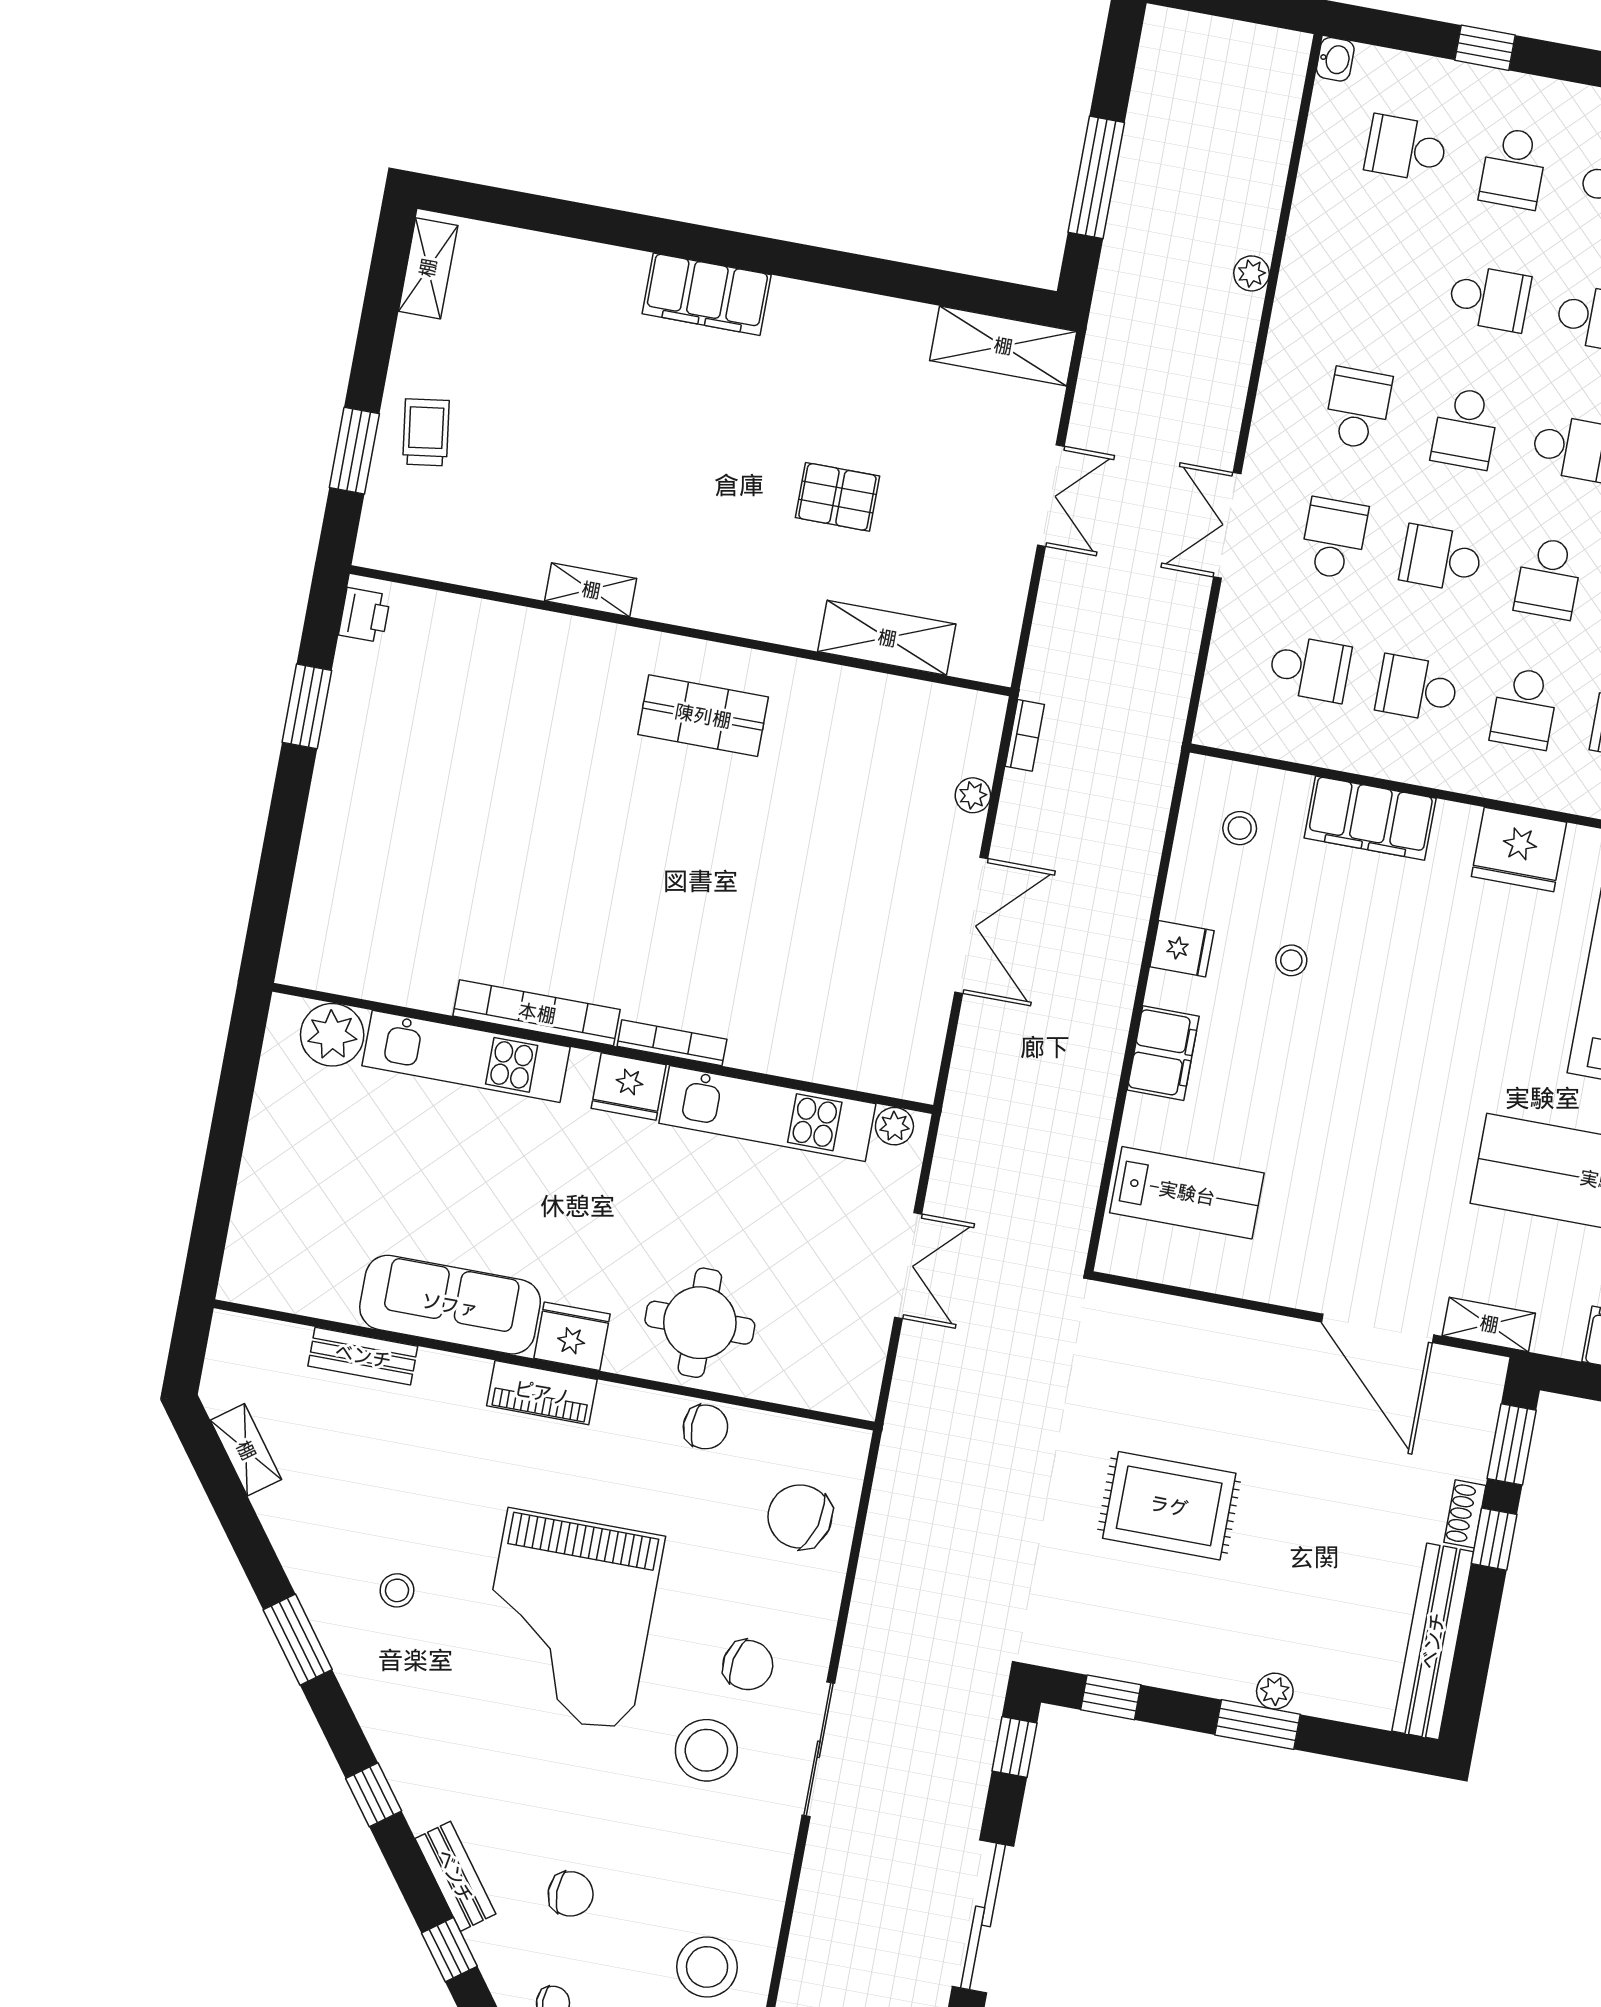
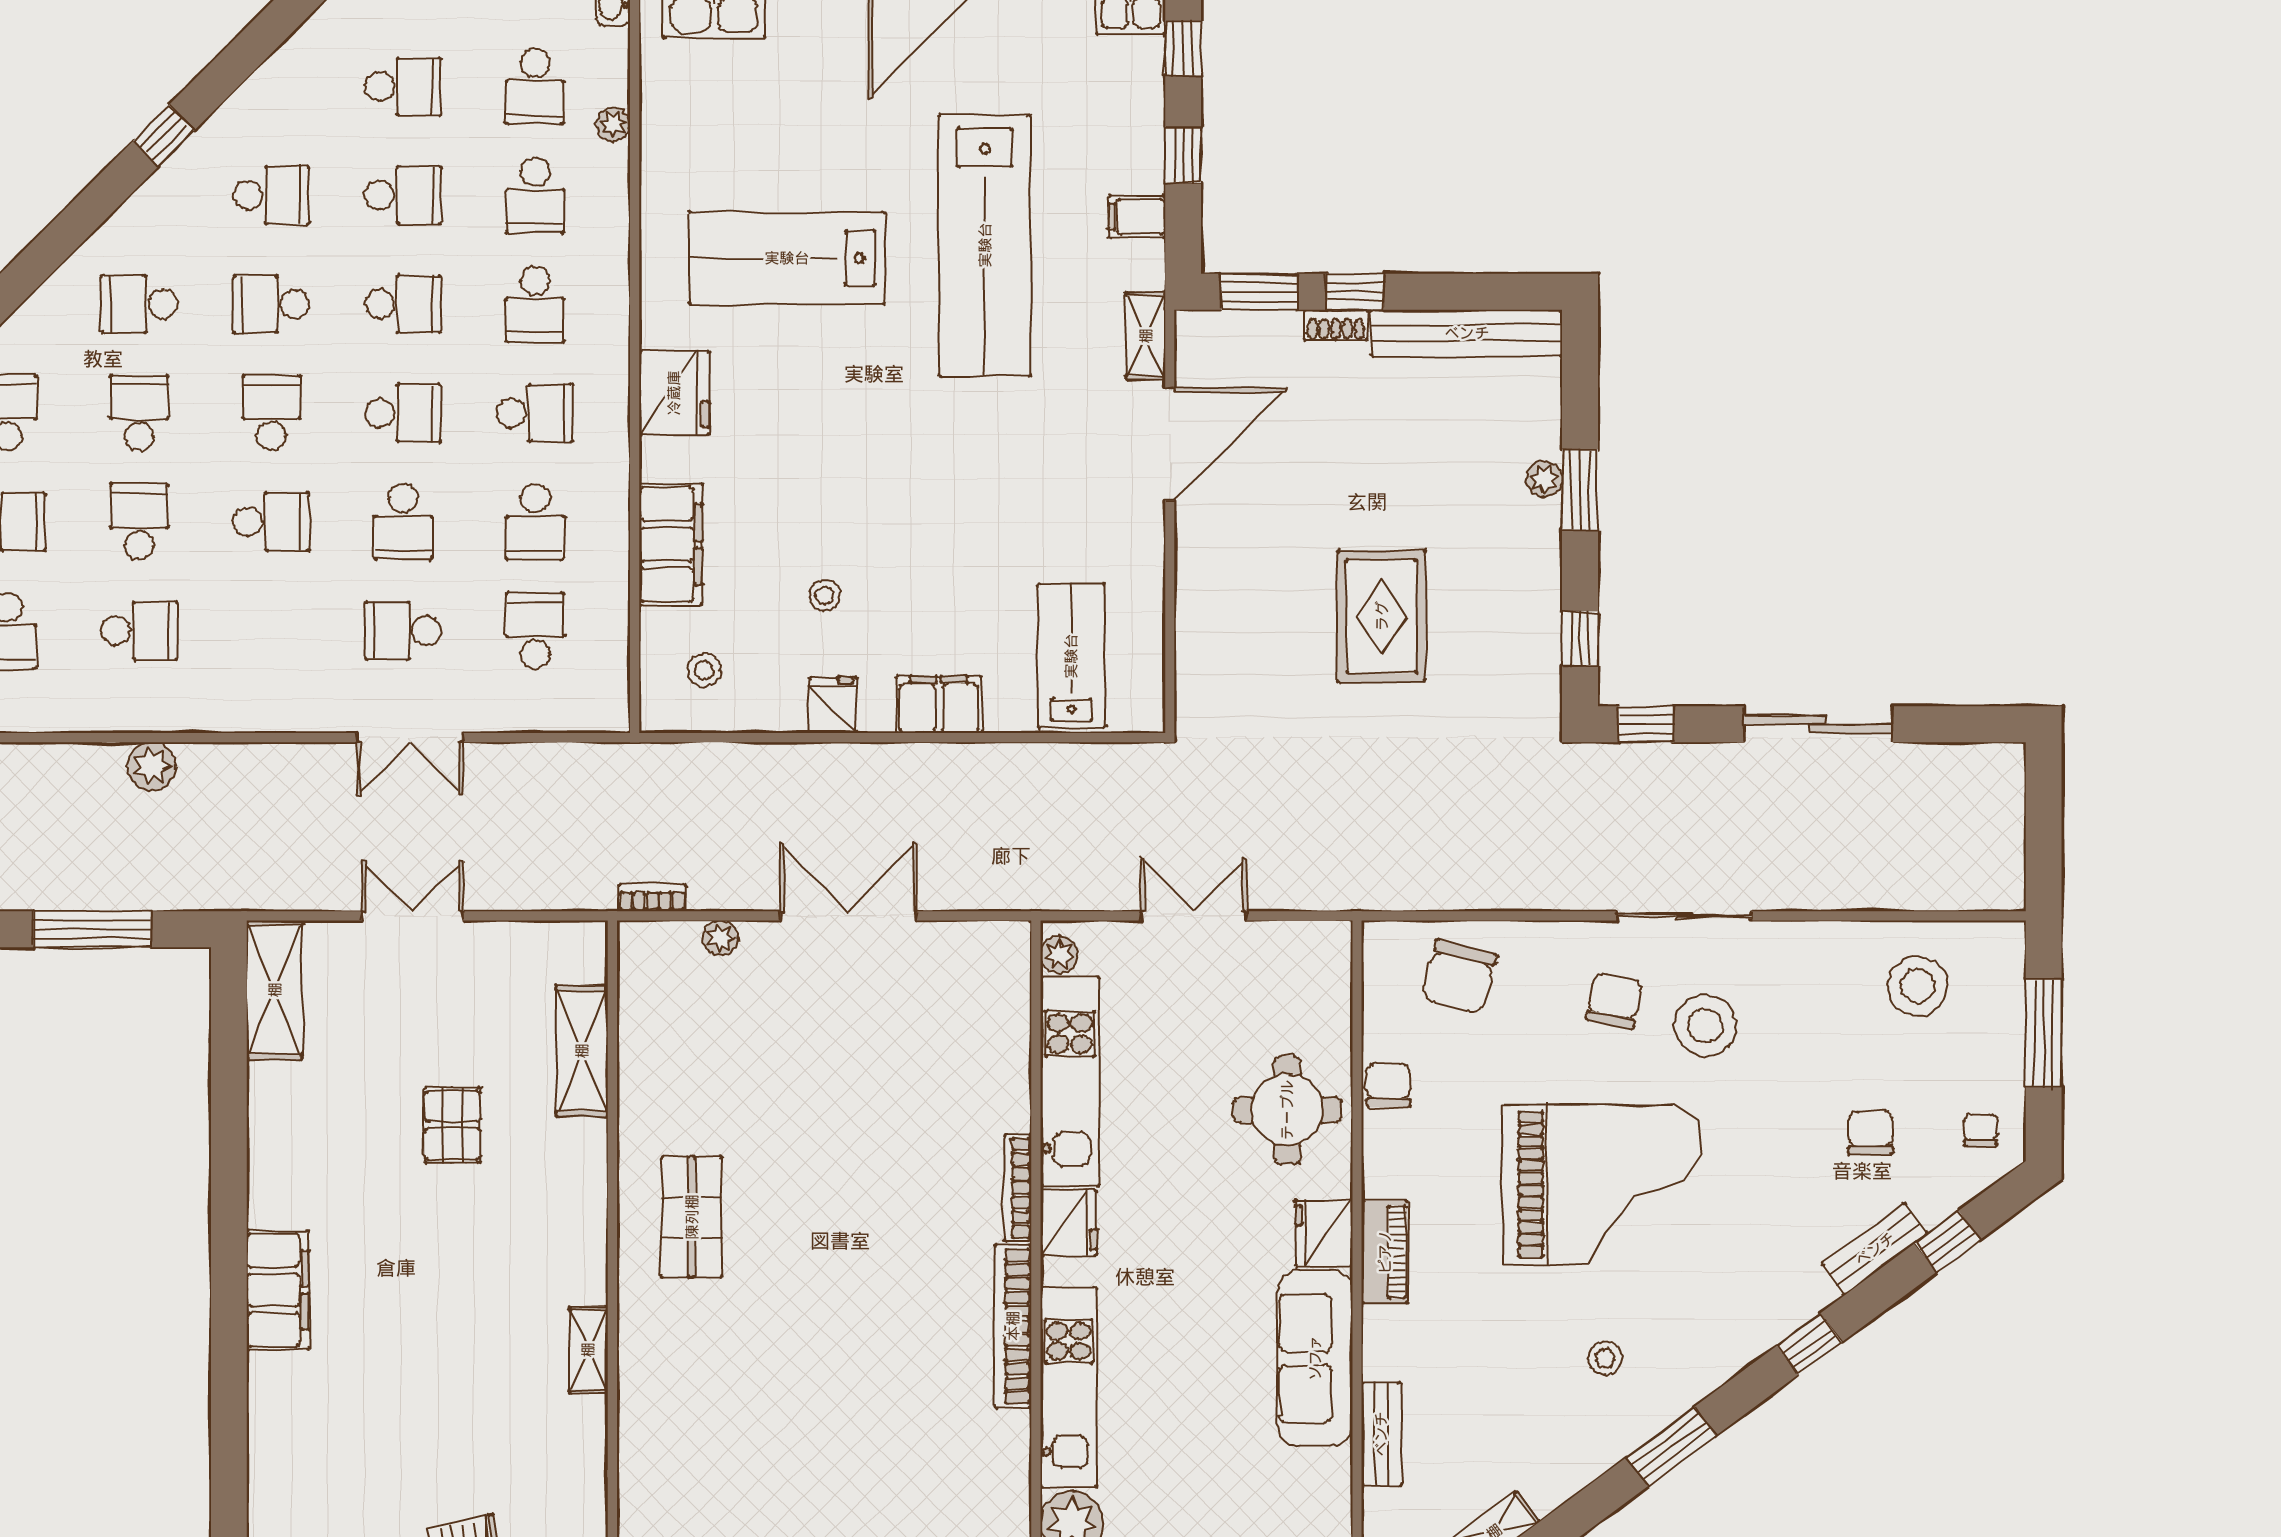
plant: (1251, 273) -> (152, 766), width x1.38, depth x1.38
school desk: (1358, 408) -> (139, 631), moved, turned 180

